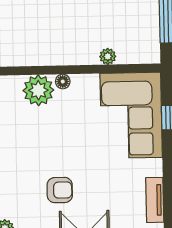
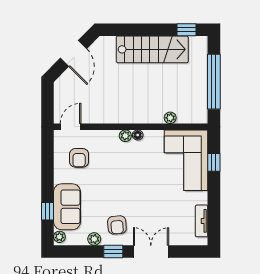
plant: (38, 90) -> (125, 136), width x0.53, depth x0.53
armchair: (60, 190) -> (117, 225), moved, turned 85

